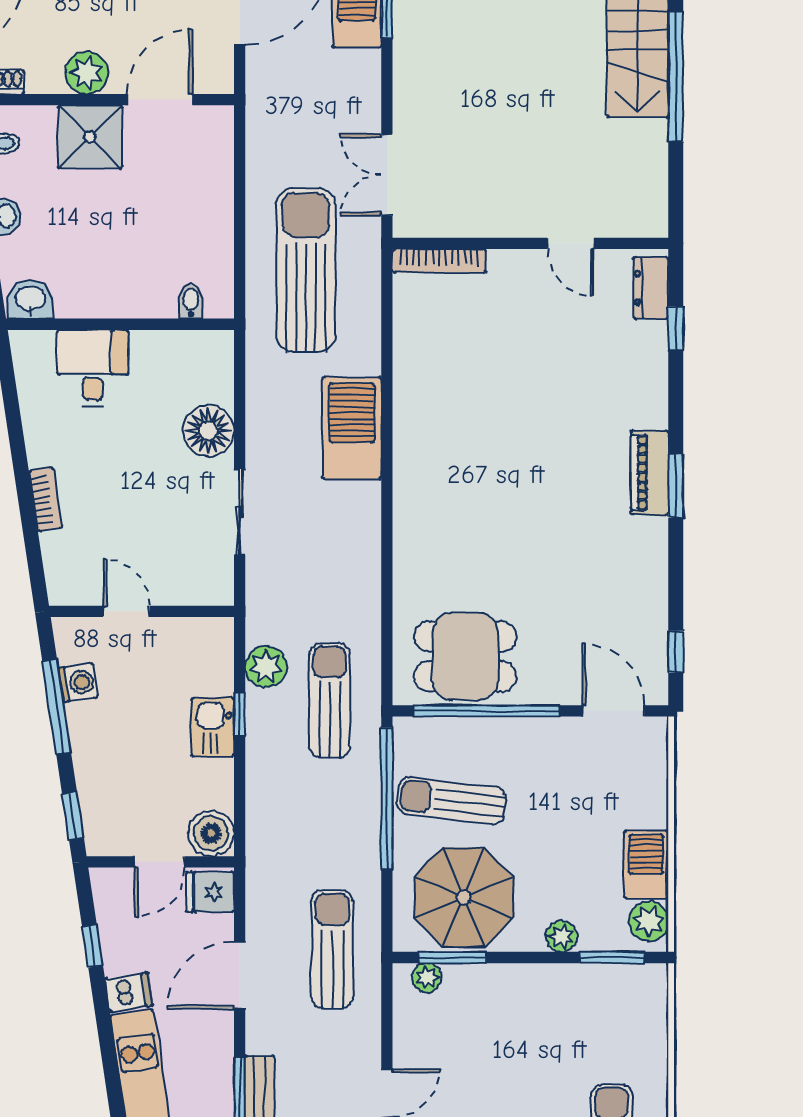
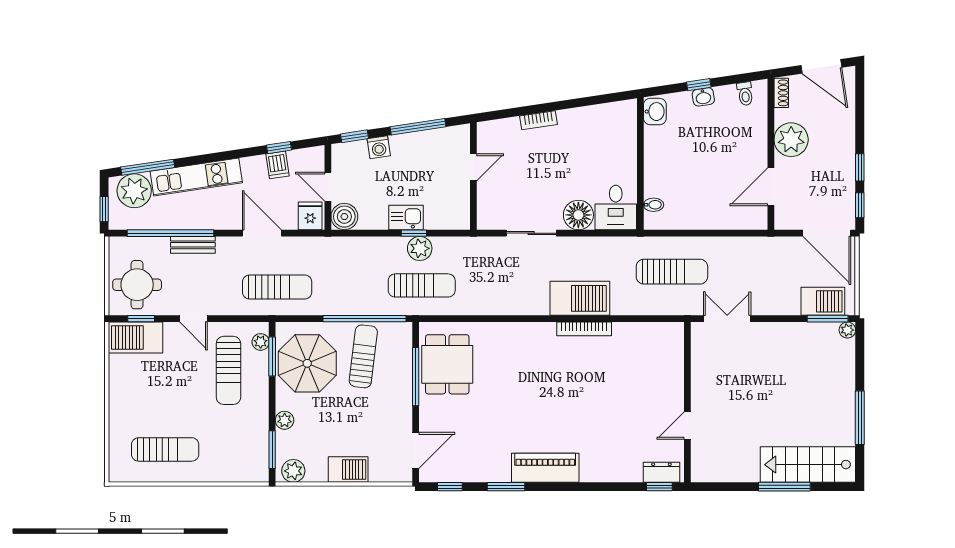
plant: (87, 73) -> (791, 140), width x1.36, depth x1.36
window: (676, 77) -> (784, 487), width x0.68
door: (160, 100) -> (771, 187), swing flipped
shower: (90, 137) -> (749, 146), removed
bookcase: (439, 261) -> (584, 329), moved, turned -90
sun lounger: (306, 270) -> (672, 272), width x0.73, depth x0.75
window: (676, 328) -> (659, 487), moved
desk: (93, 368) -> (616, 207), moved, turned 90
piano: (650, 472) -> (545, 468), width x1.37, depth x1.33
window: (676, 486) -> (506, 487), moved
plant: (266, 667) -> (420, 248), moved
washing machine: (78, 683) -> (379, 147), moved
window: (486, 711) -> (416, 377), width x0.68
barbecue: (646, 864) -> (348, 470), moved
dishwasher: (129, 992) -> (277, 165), moved
sun lounger: (476, 1033) -> (228, 370), added

